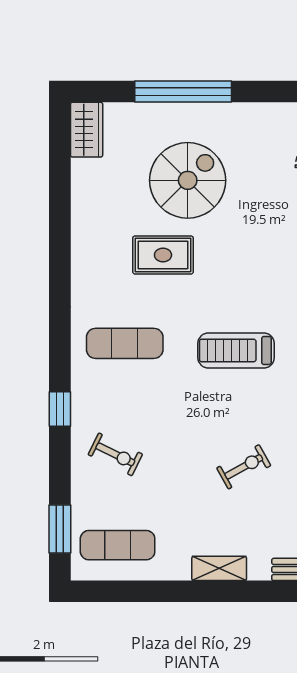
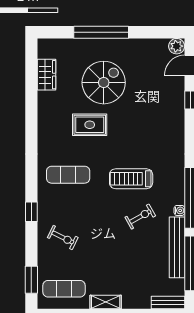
wardrobe: (87, 130) -> (46, 75), moved
exercise bike: (244, 467) -> (140, 217), moved
shelving: (219, 568) -> (106, 302), moved

